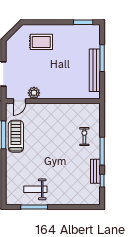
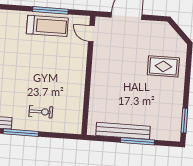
rug: (41, 42) -> (163, 66), turned 90
plant: (34, 93) -> (100, 52), removed

